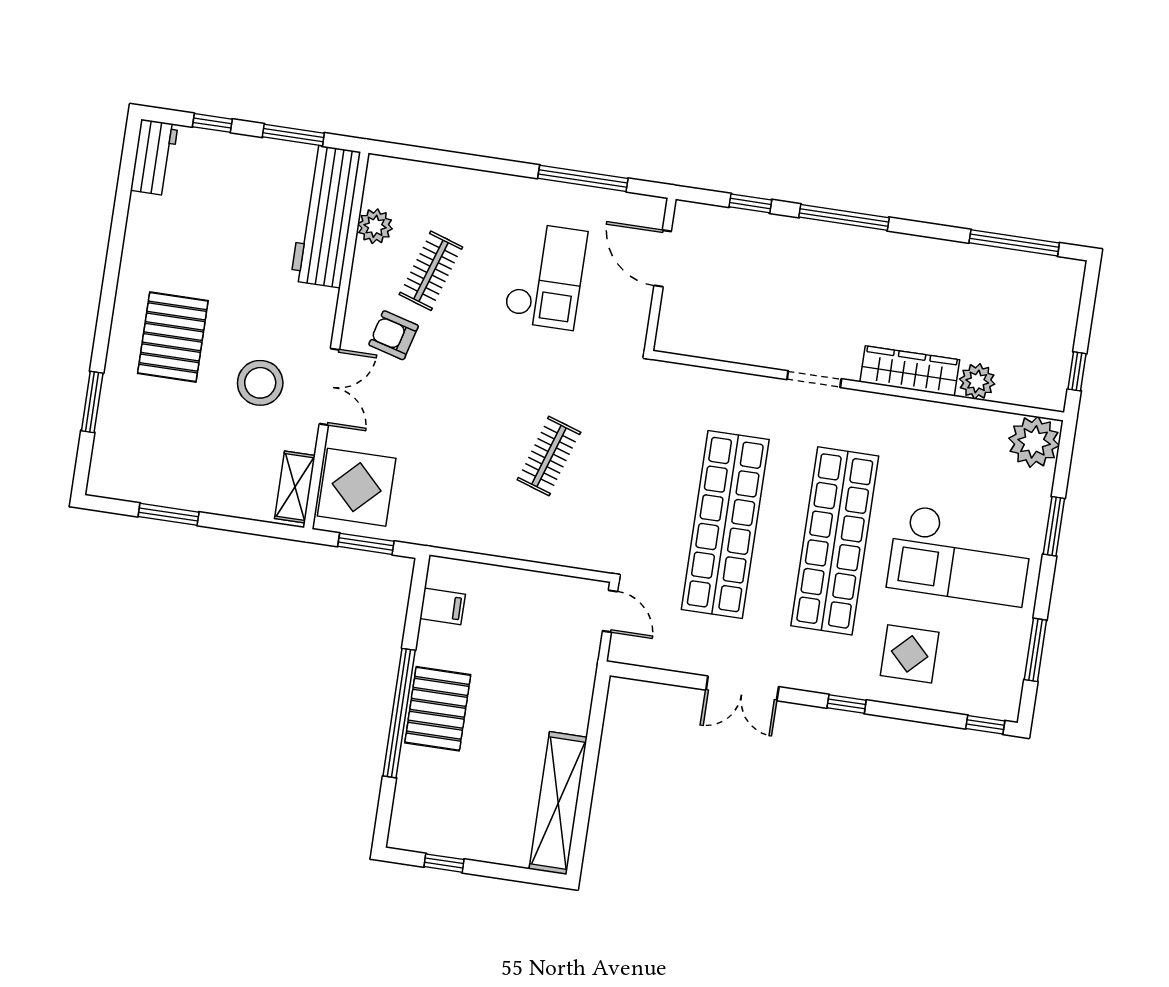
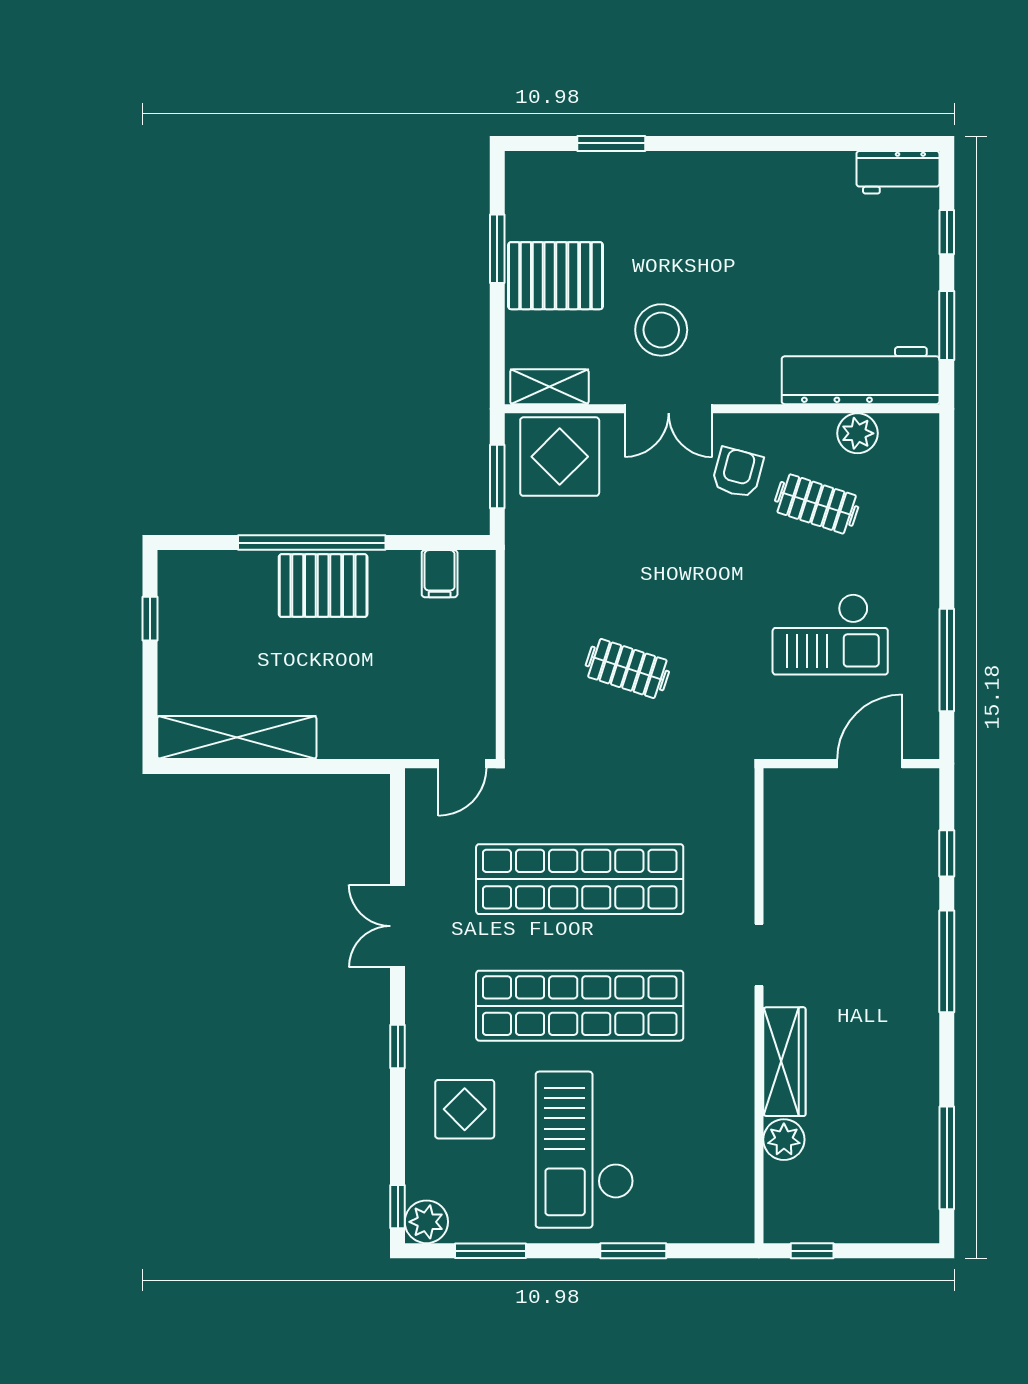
pallet: (173, 337) -> (556, 276), moved
plant: (1034, 442) -> (426, 1222), moved, width x0.73, depth x0.73

